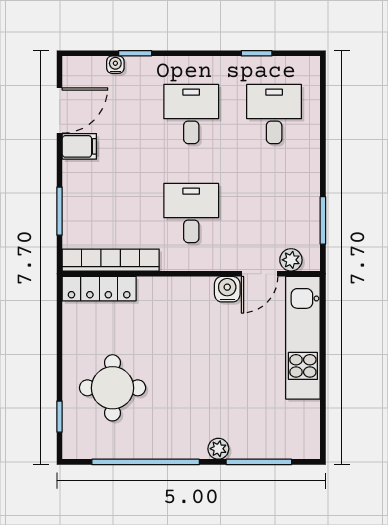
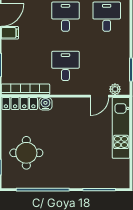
water cooler: (227, 289) -> (45, 104), moved
plant: (218, 449) -> (79, 183), removed

